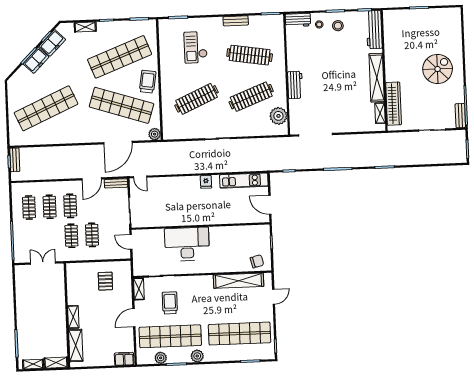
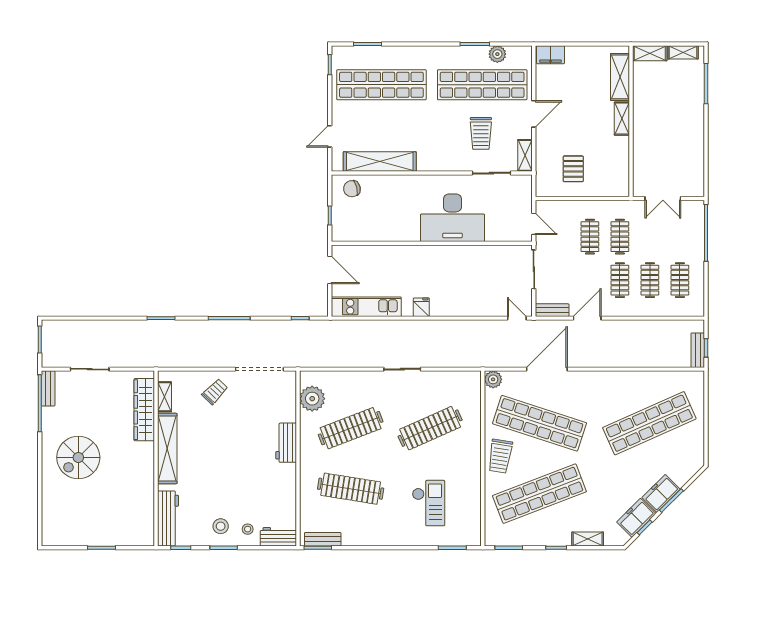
bench: (236, 21) -> (323, 539), moved
trolley: (346, 118) -> (215, 392), added
plant: (197, 356) -> (444, 55), removed

